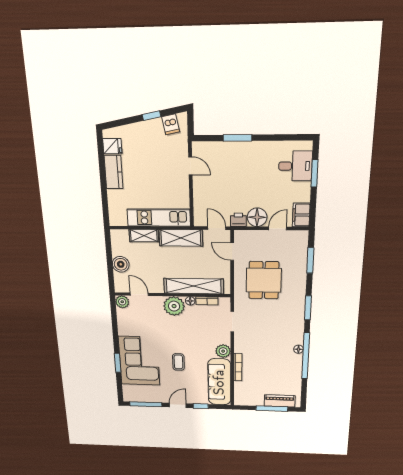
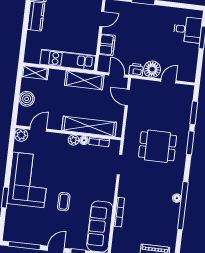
door: (190, 166) -> (102, 19), hinge flipped
filing cabinet: (301, 215) -> (107, 45), moved, turned 180
shelving: (144, 236) -> (35, 73), moved
dining table: (264, 280) -> (157, 146), moved, turned 90
door: (139, 294) -> (38, 129), hinge flipped
plant: (174, 306) -> (73, 140), width x0.53, depth x0.53
window: (308, 308) -> (190, 143), moved
plant: (223, 351) -> (107, 194), removed
corner sofa: (139, 361) -> (28, 180), moved

